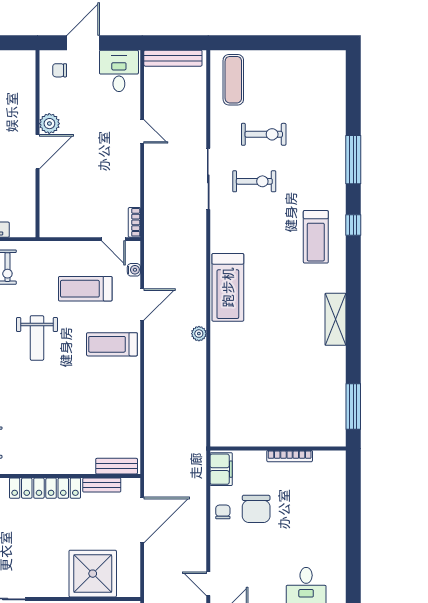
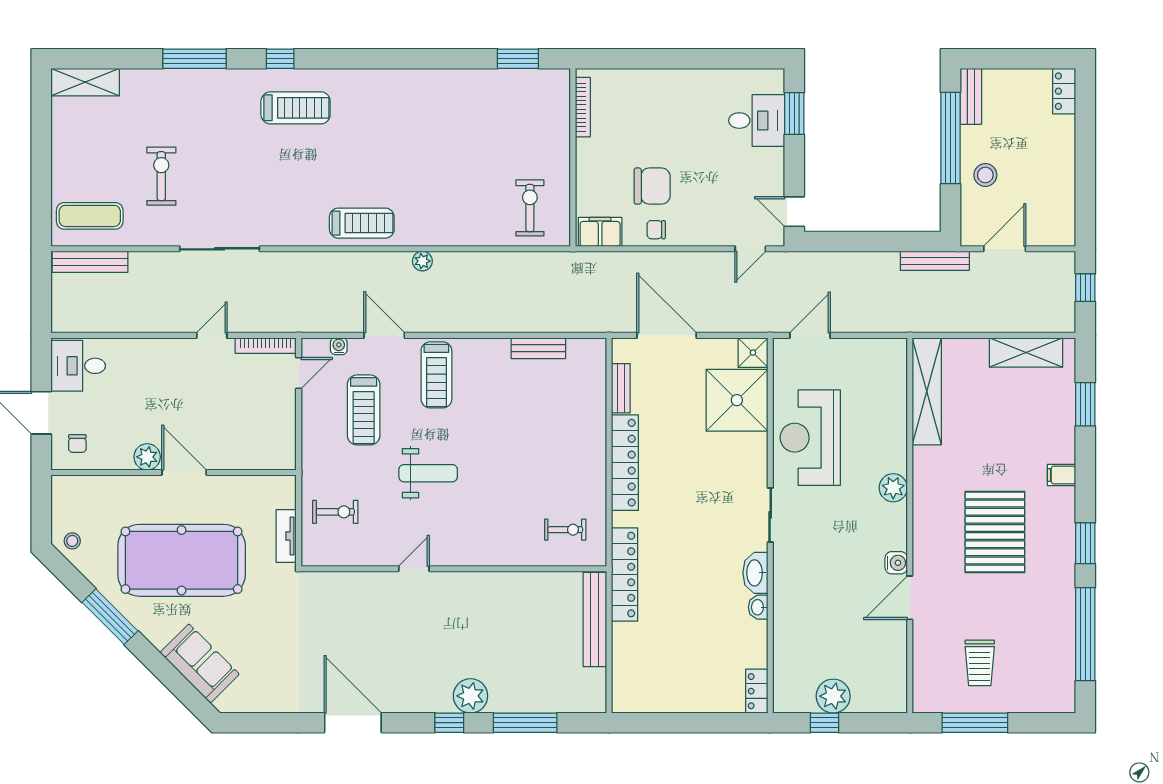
bench: (173, 58) -> (90, 262), moved, turned 90
door: (142, 131) -> (212, 335), moved
exercise bike: (254, 181) -> (530, 208), moved
bookcase: (134, 222) -> (266, 346), width x1.56
treadmill: (228, 287) -> (362, 223), width x0.73, depth x0.73
shelving: (335, 319) -> (85, 82), moved
window: (353, 406) -> (518, 59), width x0.69
bookcase: (290, 456) -> (583, 107), moved
bench: (117, 466) -> (538, 348), moved, turned 90
shower: (129, 586) -> (753, 353), added

